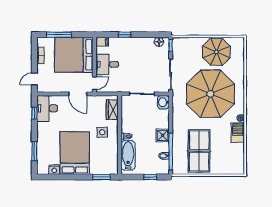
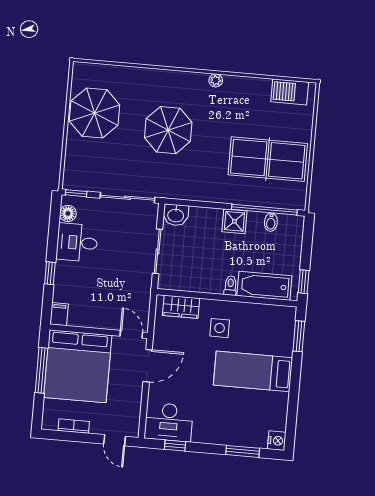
window: (59, 35) -> (41, 370), moved
desk: (107, 64) -> (77, 243), moved, turned 90
parasol: (210, 94) -> (168, 130), width x0.54, depth x0.54
barbecue: (238, 133) -> (290, 92), moved
bed: (75, 153) -> (253, 371), width x0.67
nightstand: (54, 170) -> (277, 441), moved
window: (150, 177) -> (304, 282), moved

